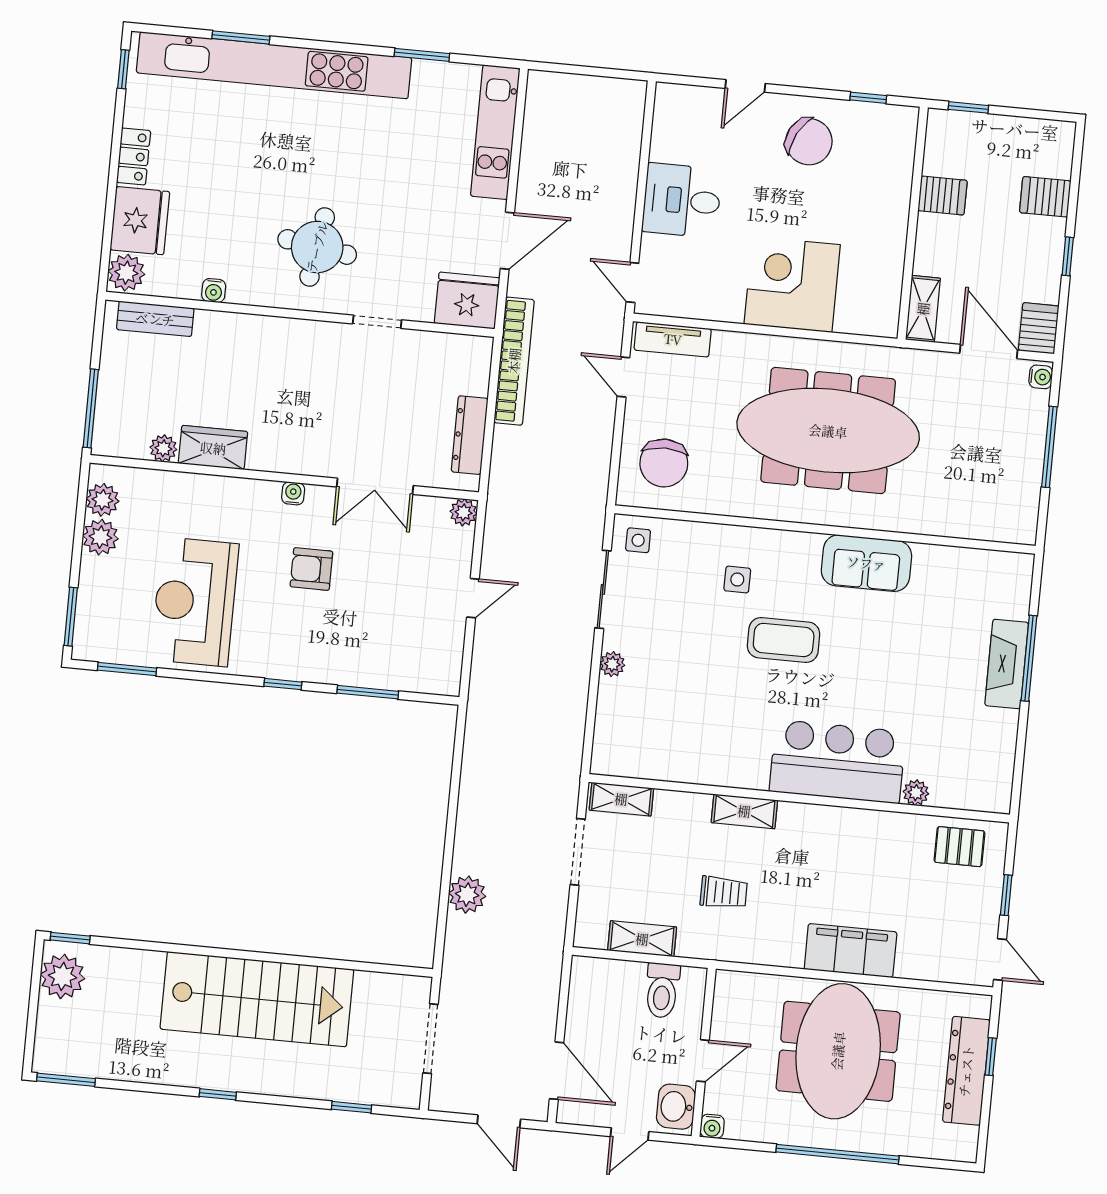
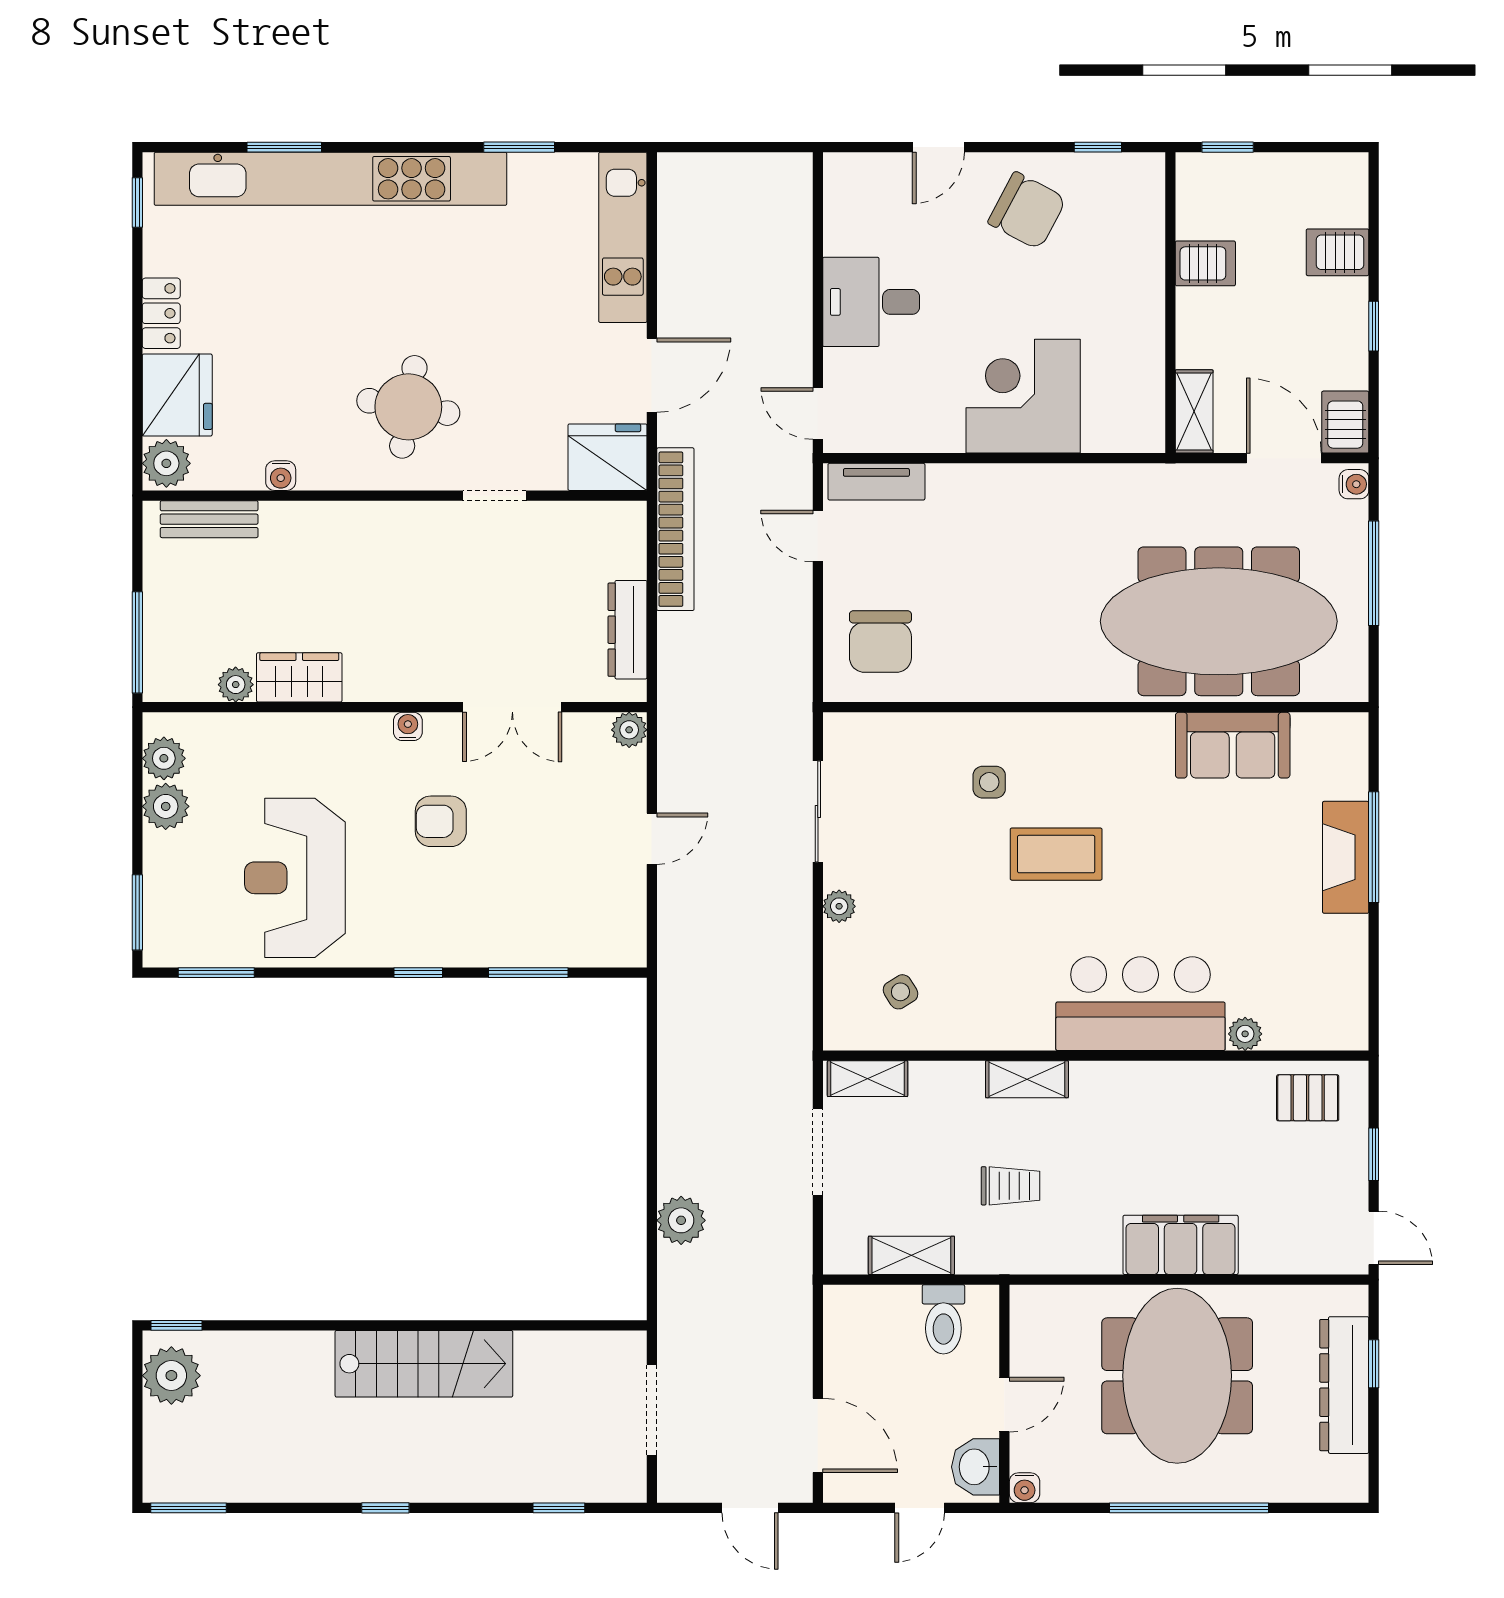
meeting table: (828, 431) -> (1219, 621), moved
side table: (638, 540) -> (900, 992), moved, turned -32
sofa: (866, 563) -> (1233, 745), moved
stairs: (257, 999) -> (424, 1364), width x0.73, depth x0.66

